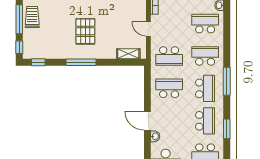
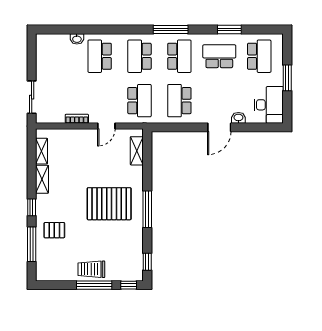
pallet: (85, 31) -> (109, 204), width x1.37, depth x1.41
school desk: (205, 88) -> (179, 56), turned 90

